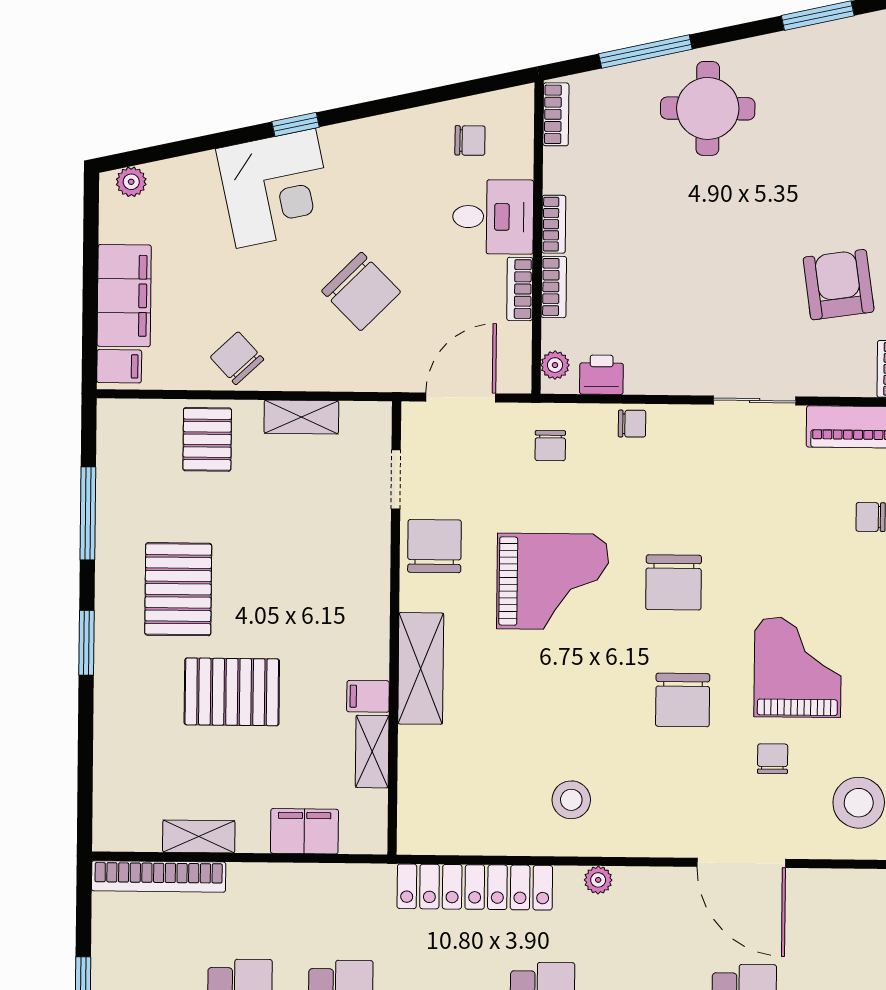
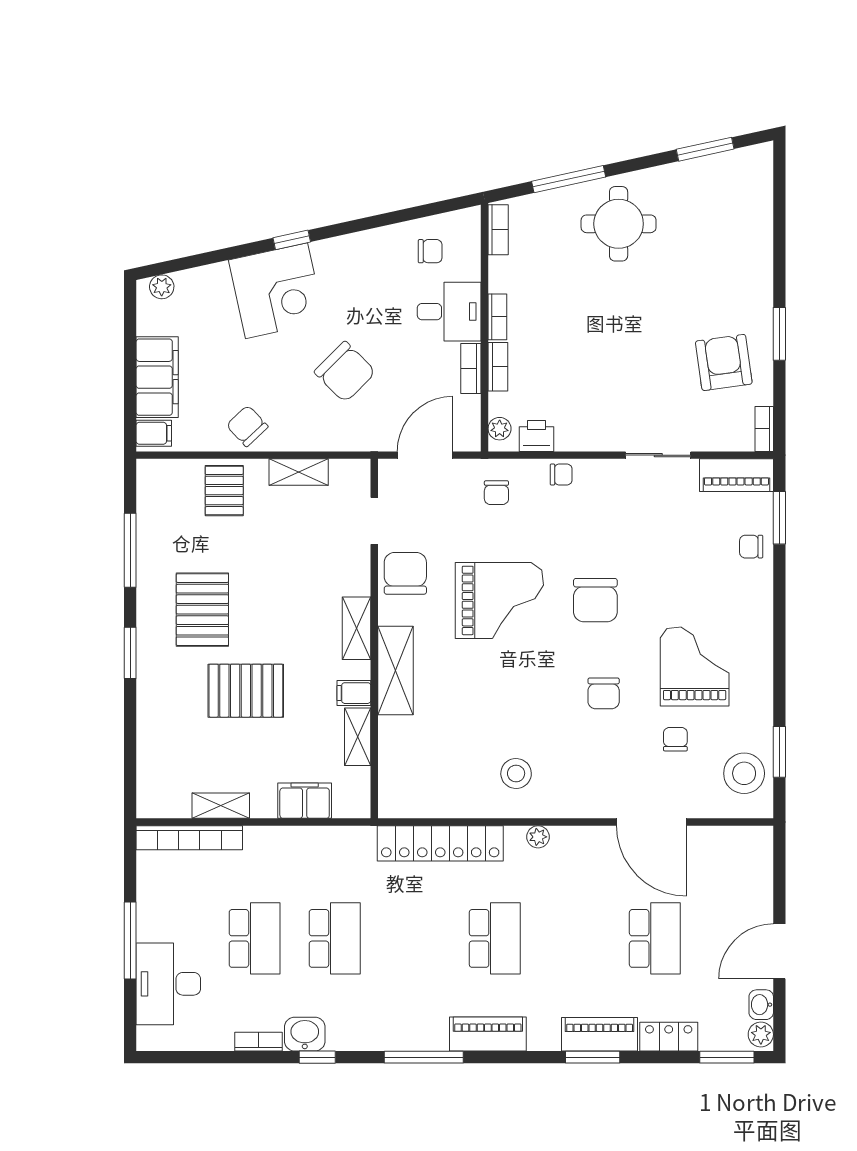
shelving: (372, 615) -> (356, 628), added
chair: (683, 700) -> (604, 693), width x0.73, depth x0.73

